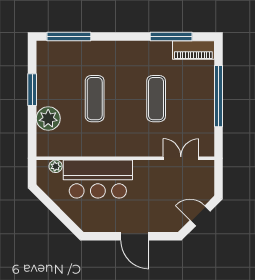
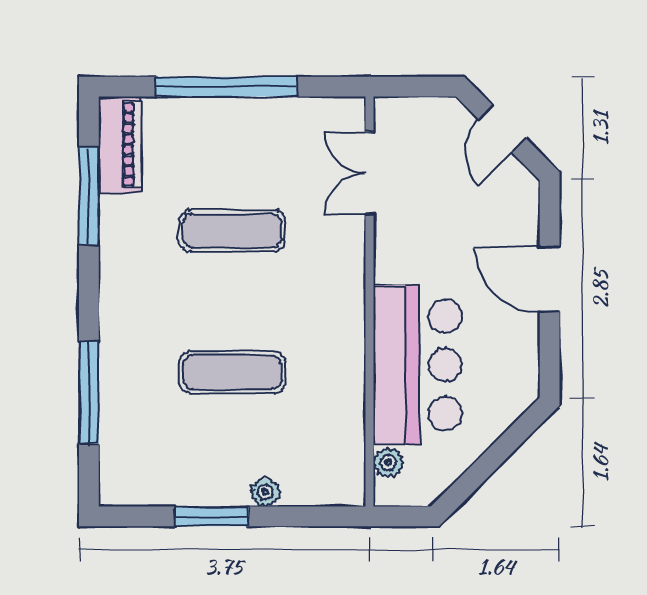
window: (69, 36) -> (89, 393), moved
plant: (48, 118) -> (265, 492), width x0.53, depth x0.53
door: (135, 236) -> (550, 280), swing flipped

